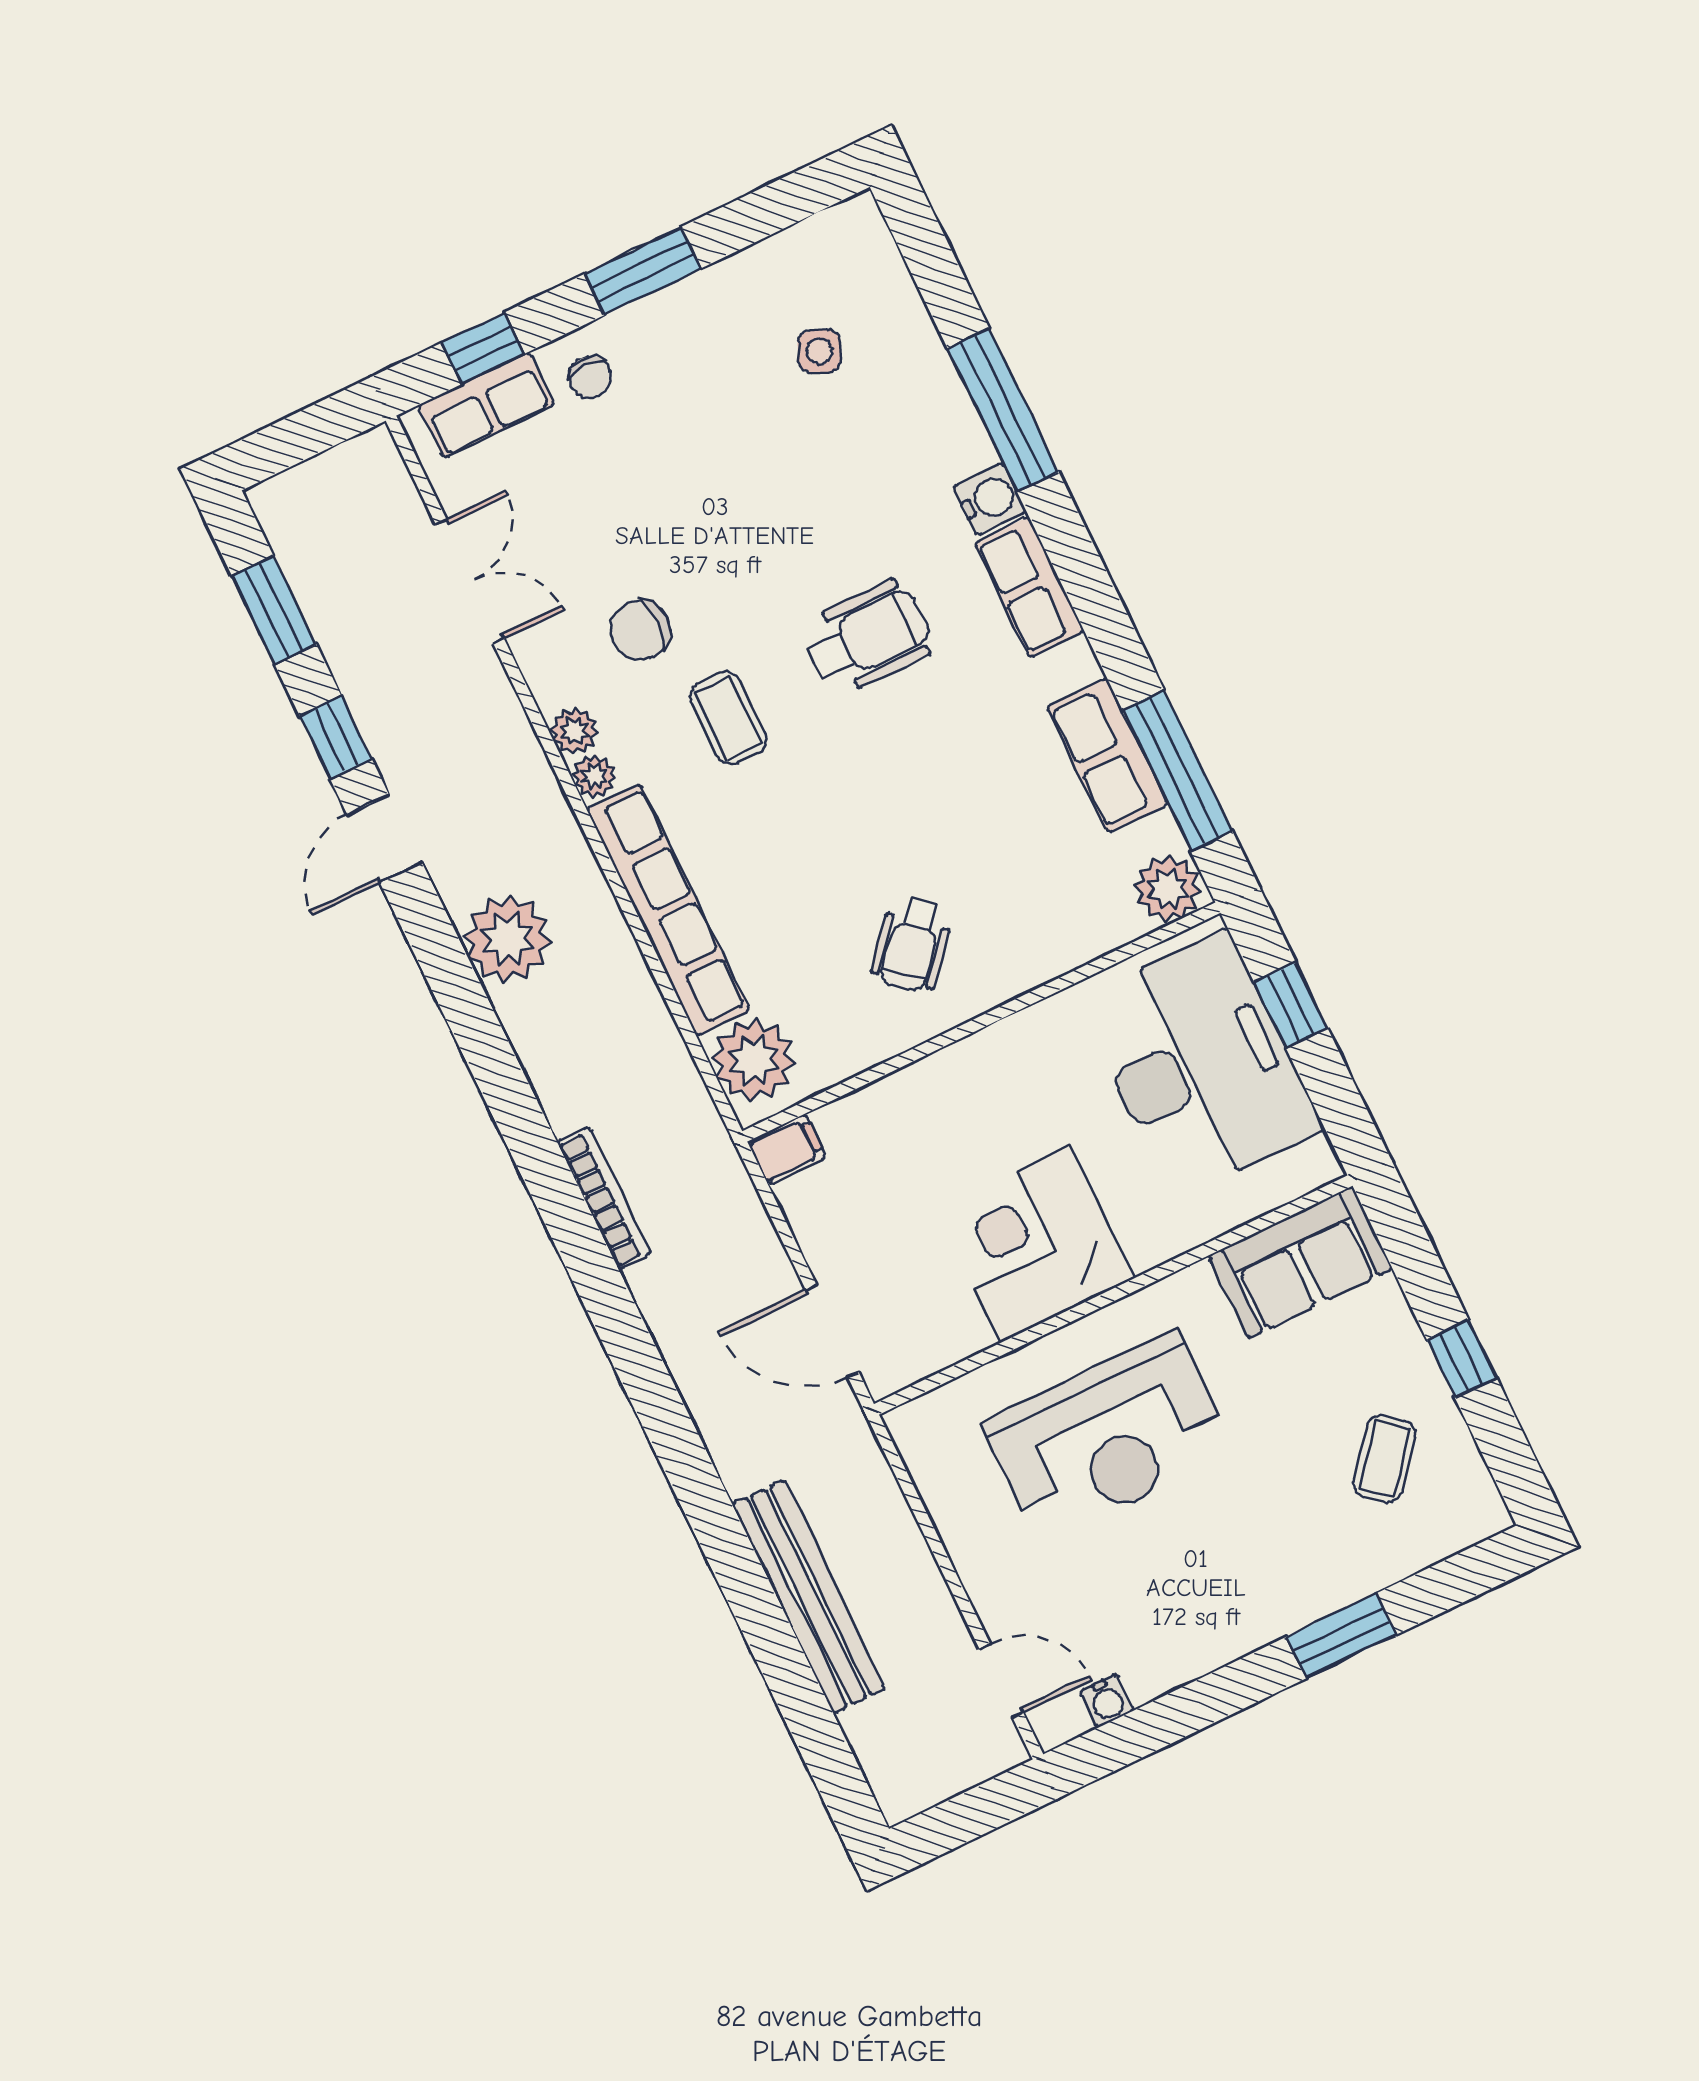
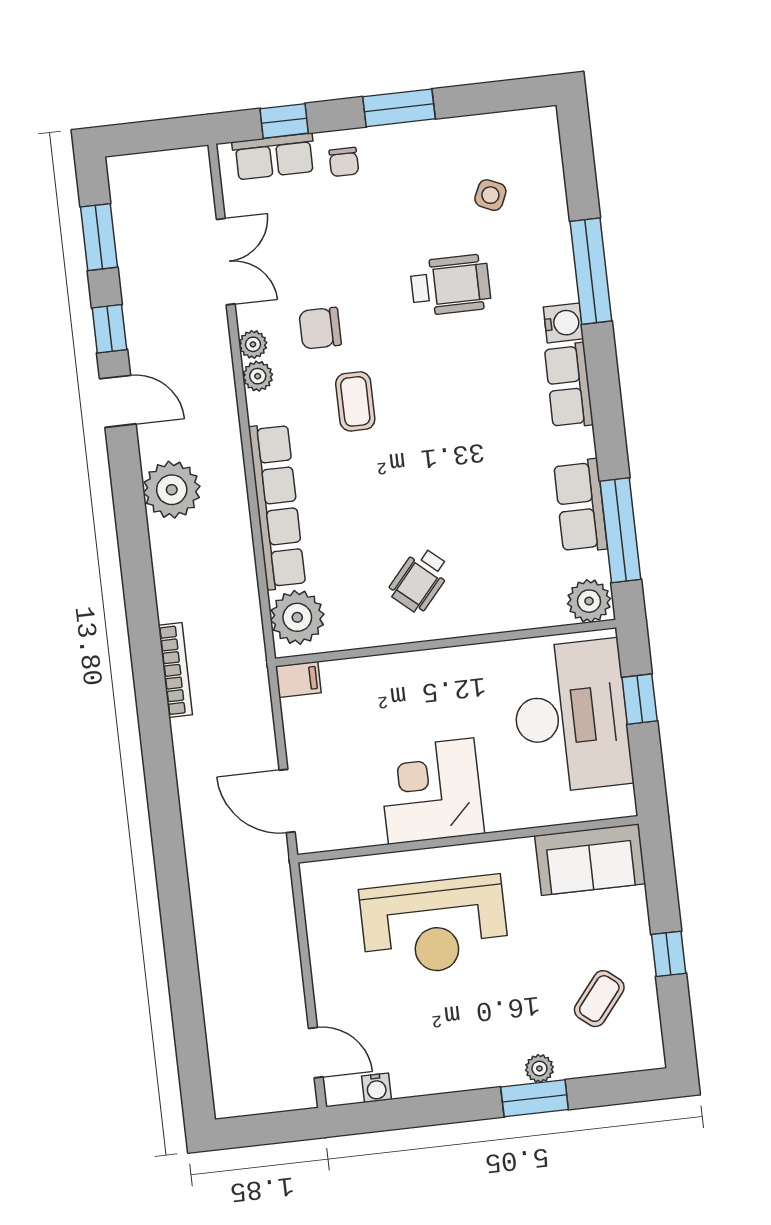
wheelchair: (868, 638) -> (450, 285), moved
plant: (594, 776) -> (253, 344), moved
door: (384, 838) -> (118, 401), swing flipped
plant: (1333, 1590) -> (539, 1068), added
bench: (809, 1596) -> (215, 959), removed

